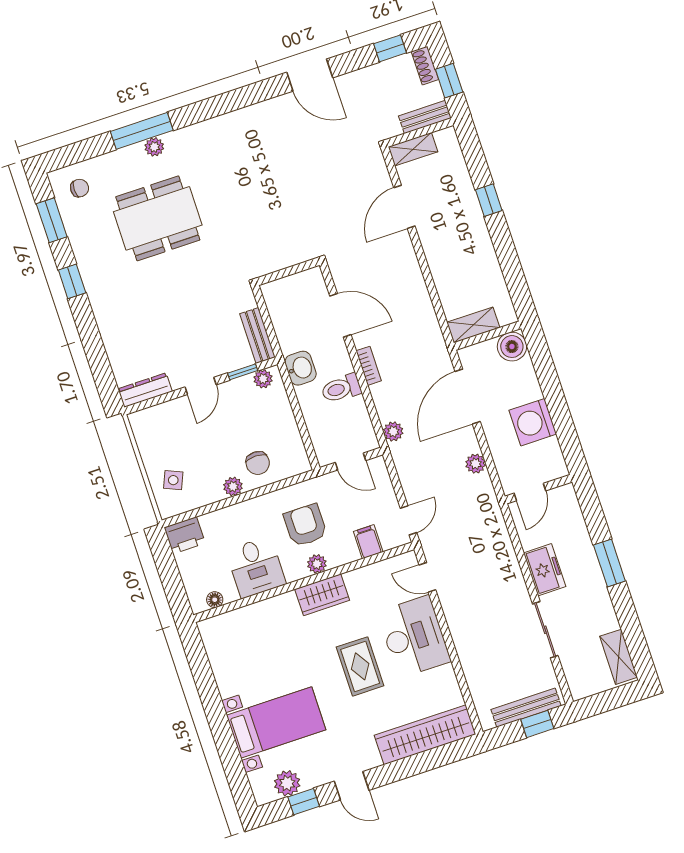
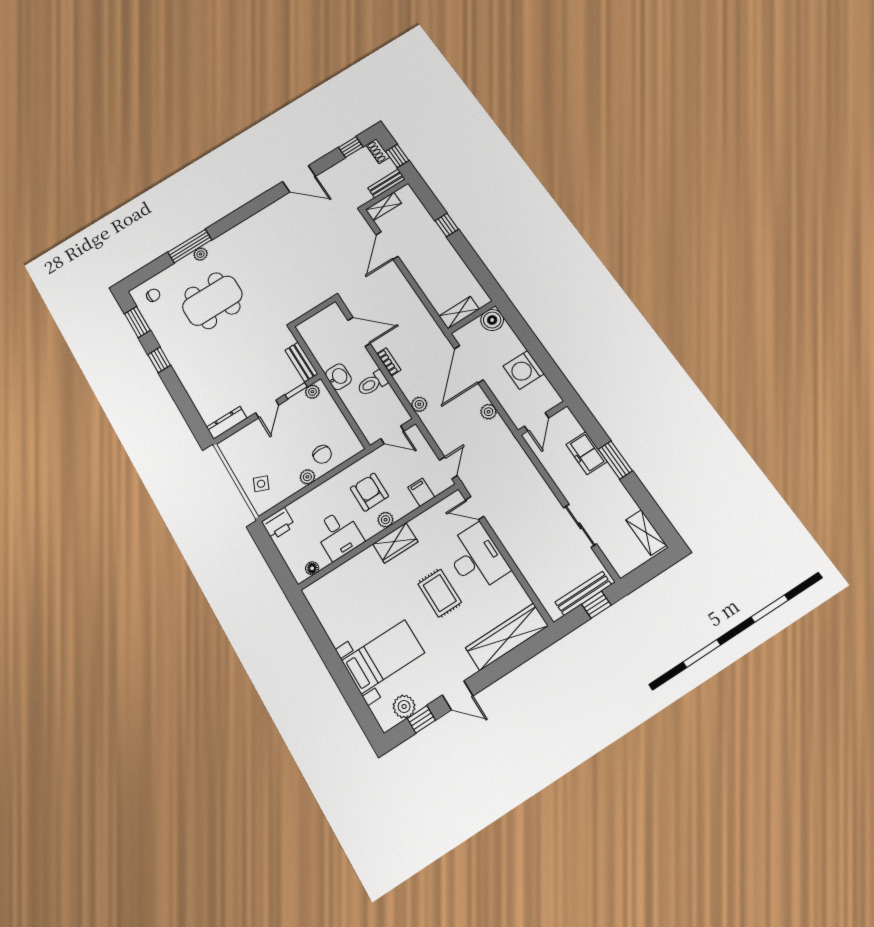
freezer: (545, 570) -> (586, 453), moved, turned 180

